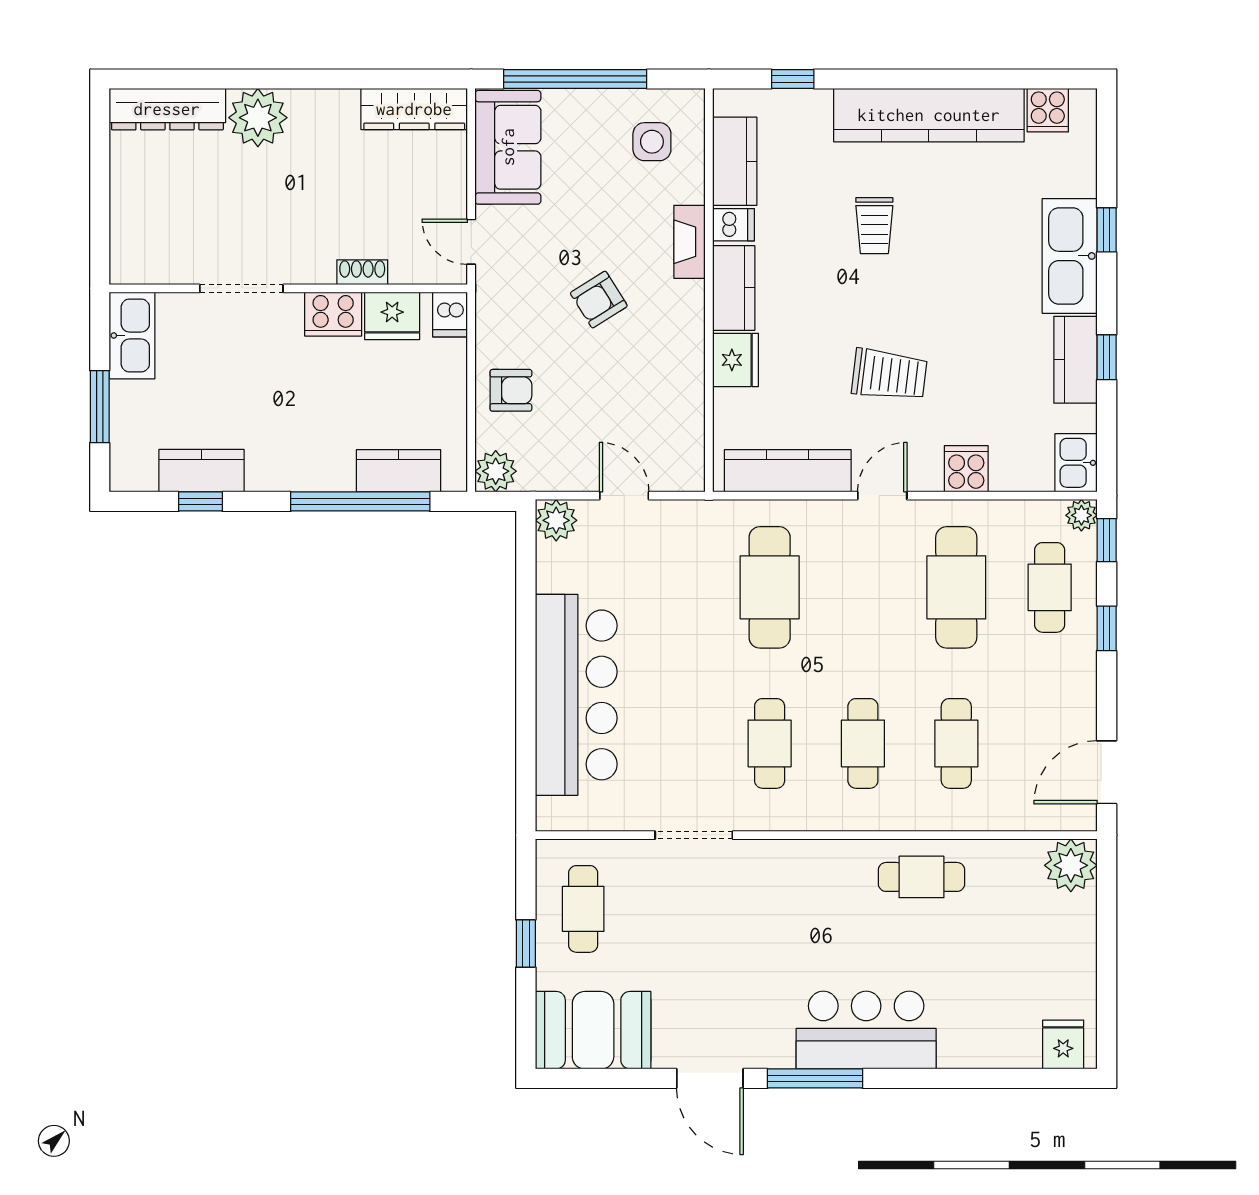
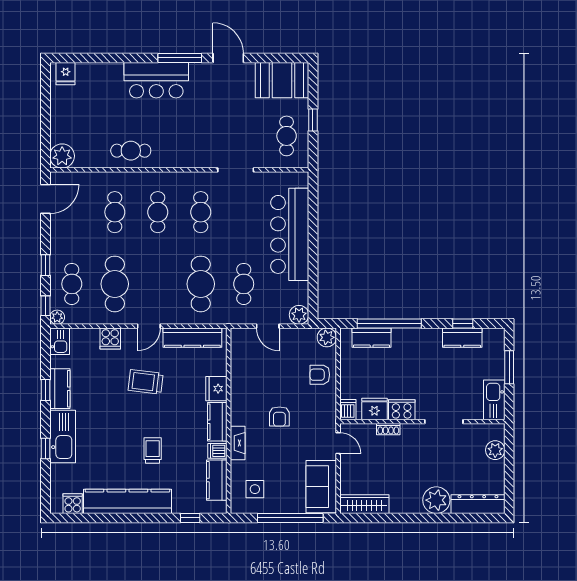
plant: (130, 226) -> (495, 450), added
armchair: (599, 300) -> (279, 416), turned 122
cafe table: (676, 587) -> (244, 284), added

